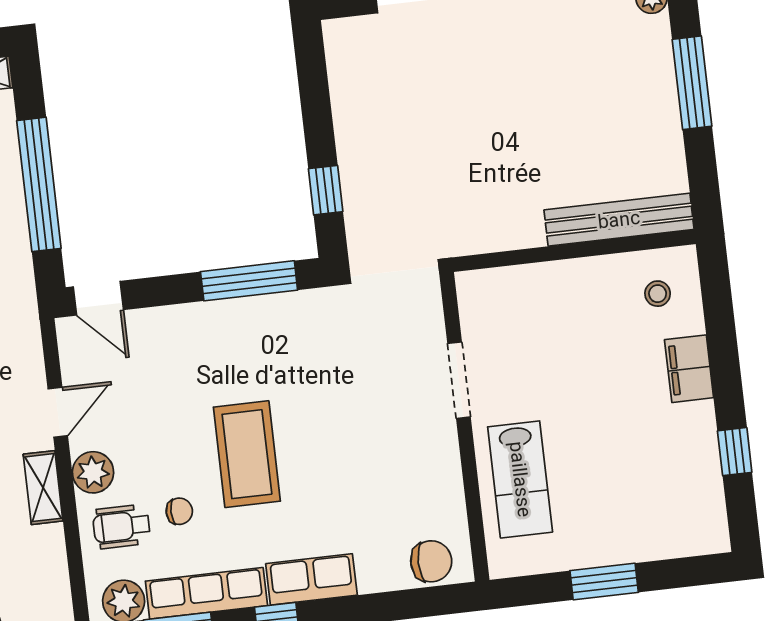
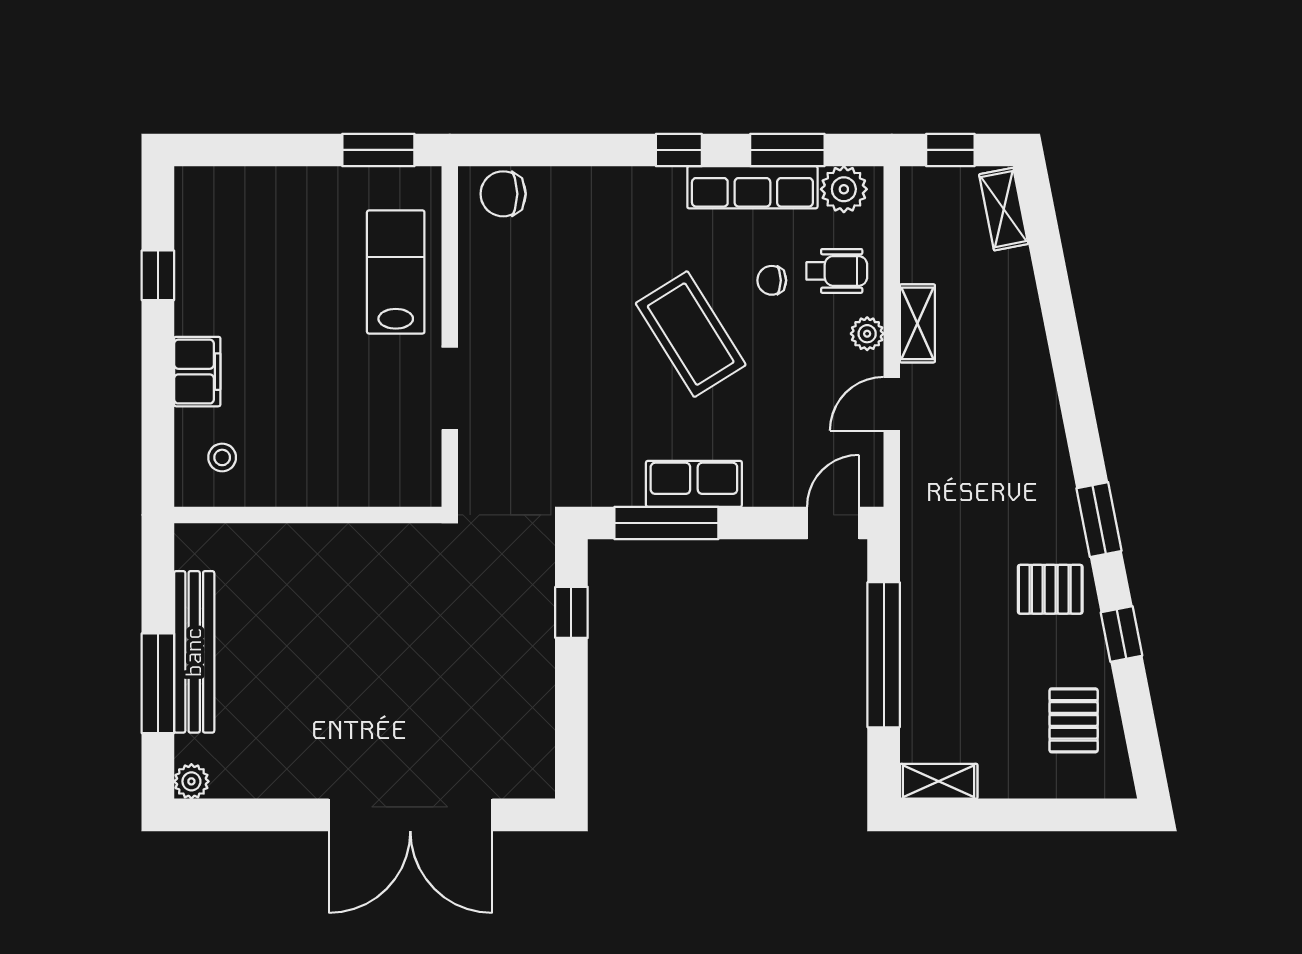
bench: (619, 220) -> (194, 652), moved, turned 90
door: (98, 298) -> (833, 523), hinge flipped
coffee table: (247, 454) -> (691, 334), turned -32
plant: (93, 472) -> (867, 334), width x0.73, depth x0.73
row of seats: (311, 579) -> (694, 484), moved, turned 180
window: (604, 581) -> (378, 150), moved

